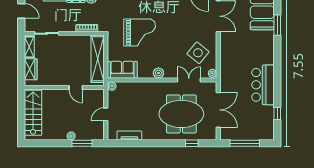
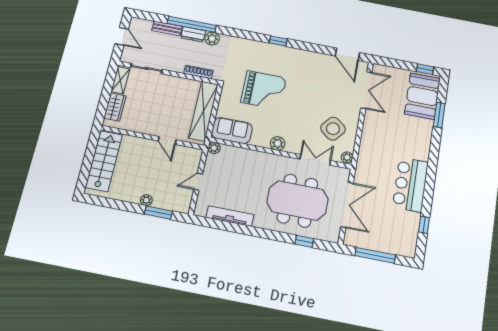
tv unit: (129, 135) -> (230, 216), width x1.41

